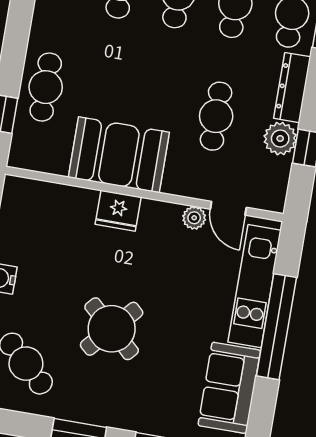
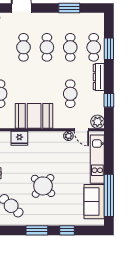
plant: (280, 139) -> (97, 122), moved
fridge: (118, 211) -> (19, 138), moved
window: (276, 327) -> (109, 195), moved

